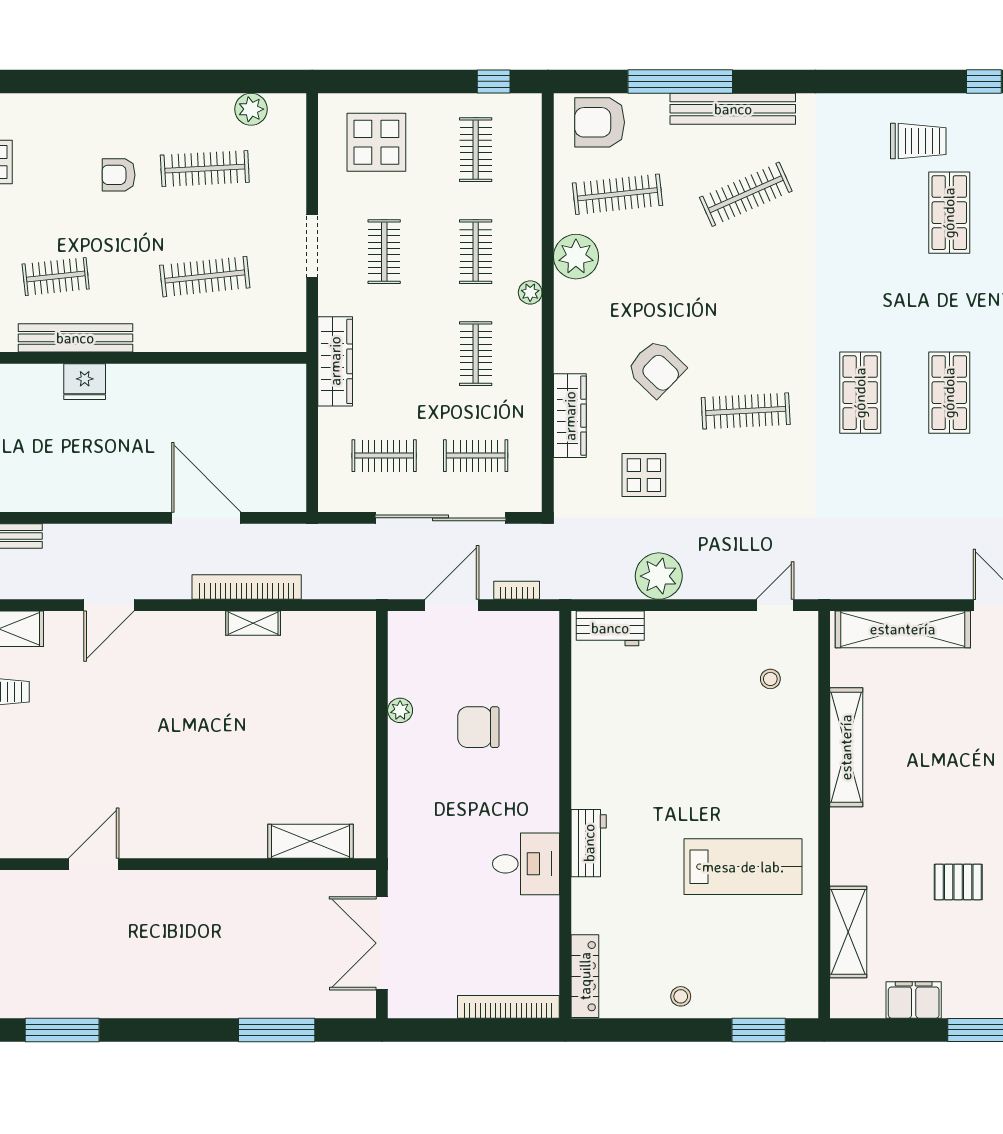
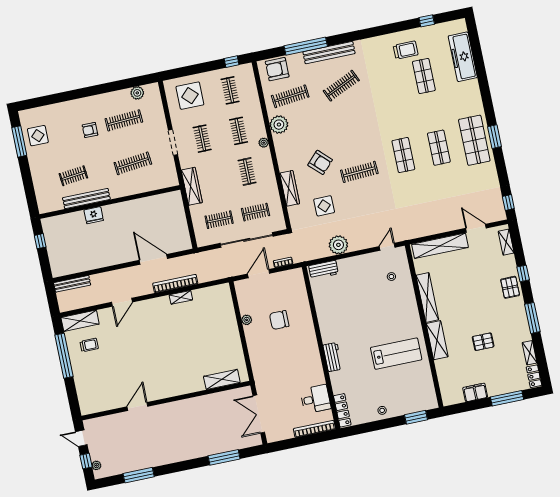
desk: (526, 864) -> (315, 399), moved
shelving: (848, 932) -> (437, 340), moved

